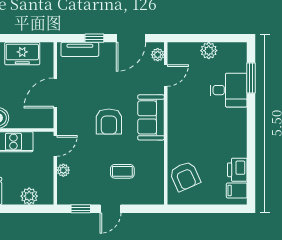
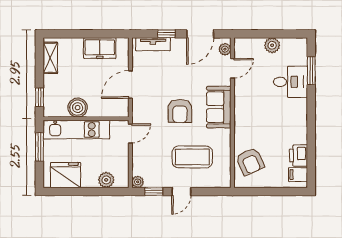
plant: (63, 170) -> (138, 182), moved
coffee table: (122, 171) -> (192, 157), width x1.86, depth x1.72

